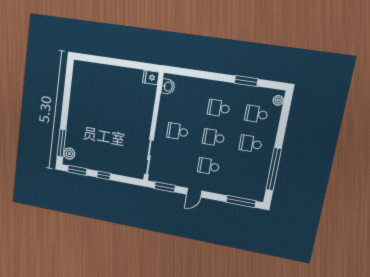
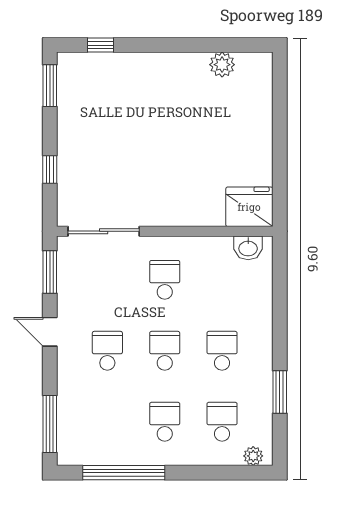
fridge: (151, 77) -> (249, 207), width x1.88, depth x1.34
window: (61, 143) -> (101, 45), width x0.46
plant: (69, 154) -> (222, 65), moved
window: (104, 175) -> (50, 170), moved

